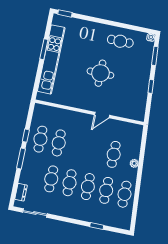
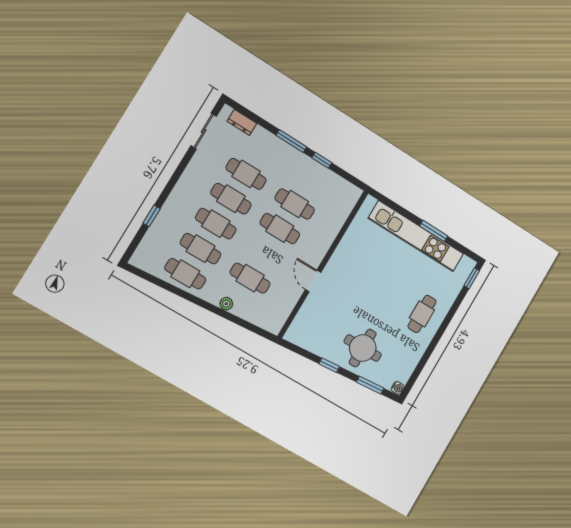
cafe table: (120, 41) -> (422, 314), moved
round table: (100, 73) -> (363, 348), moved
cafe table: (40, 139) -> (280, 229), moved

